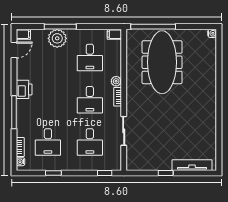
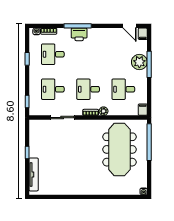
meeting table: (162, 62) -> (119, 149), turned 90
printer: (24, 89) -> (79, 34), moved

